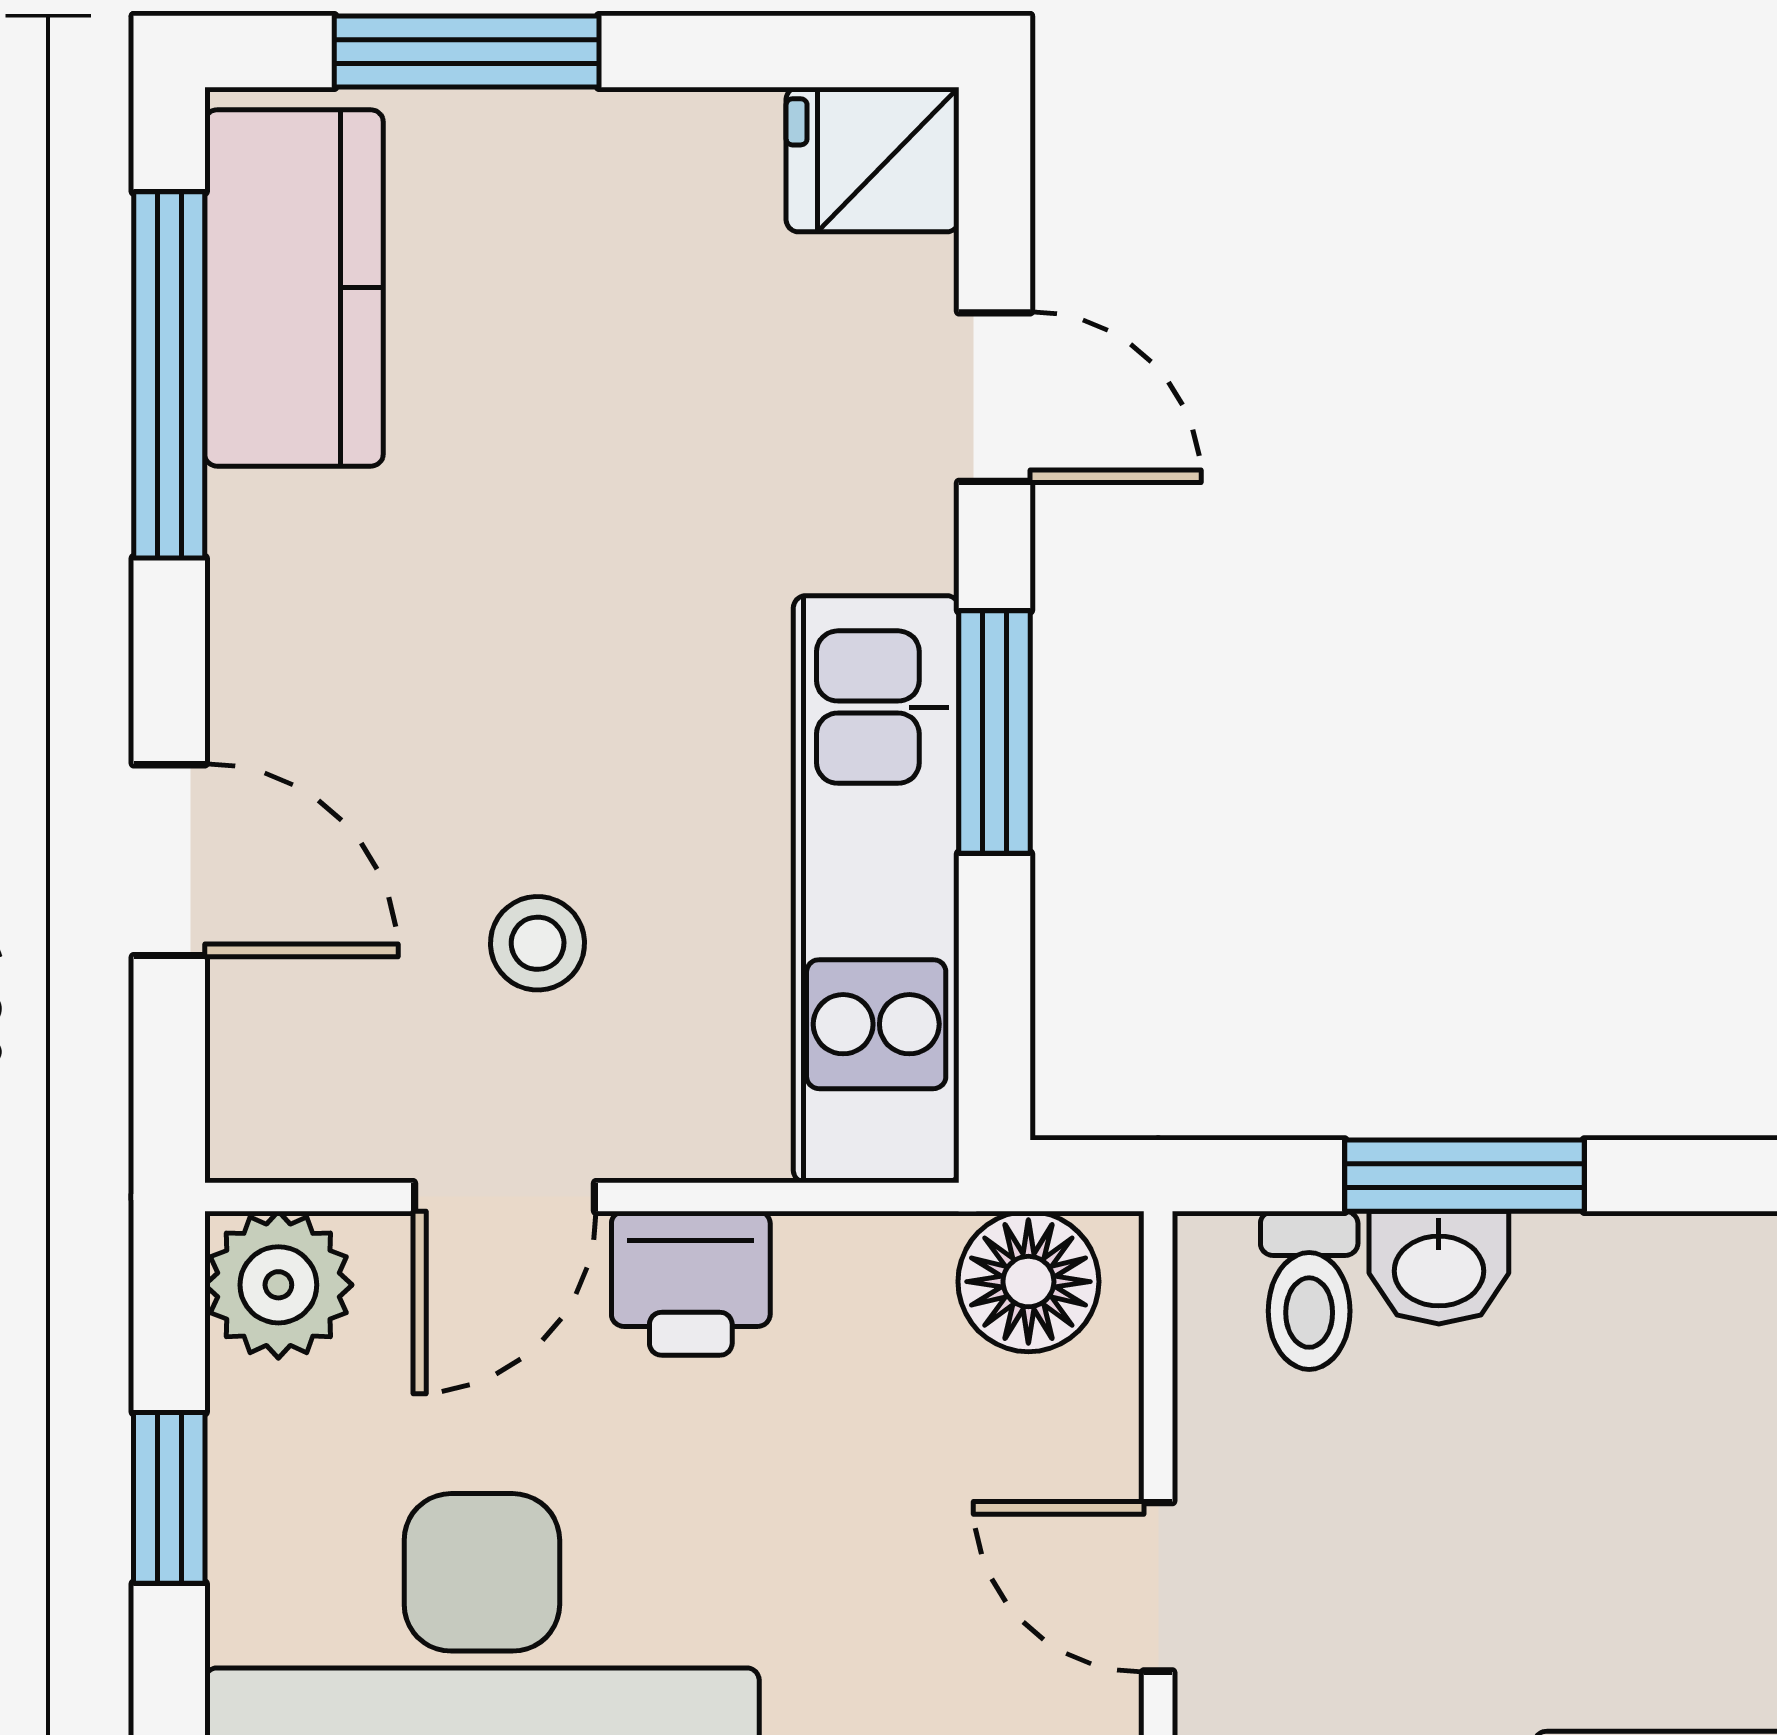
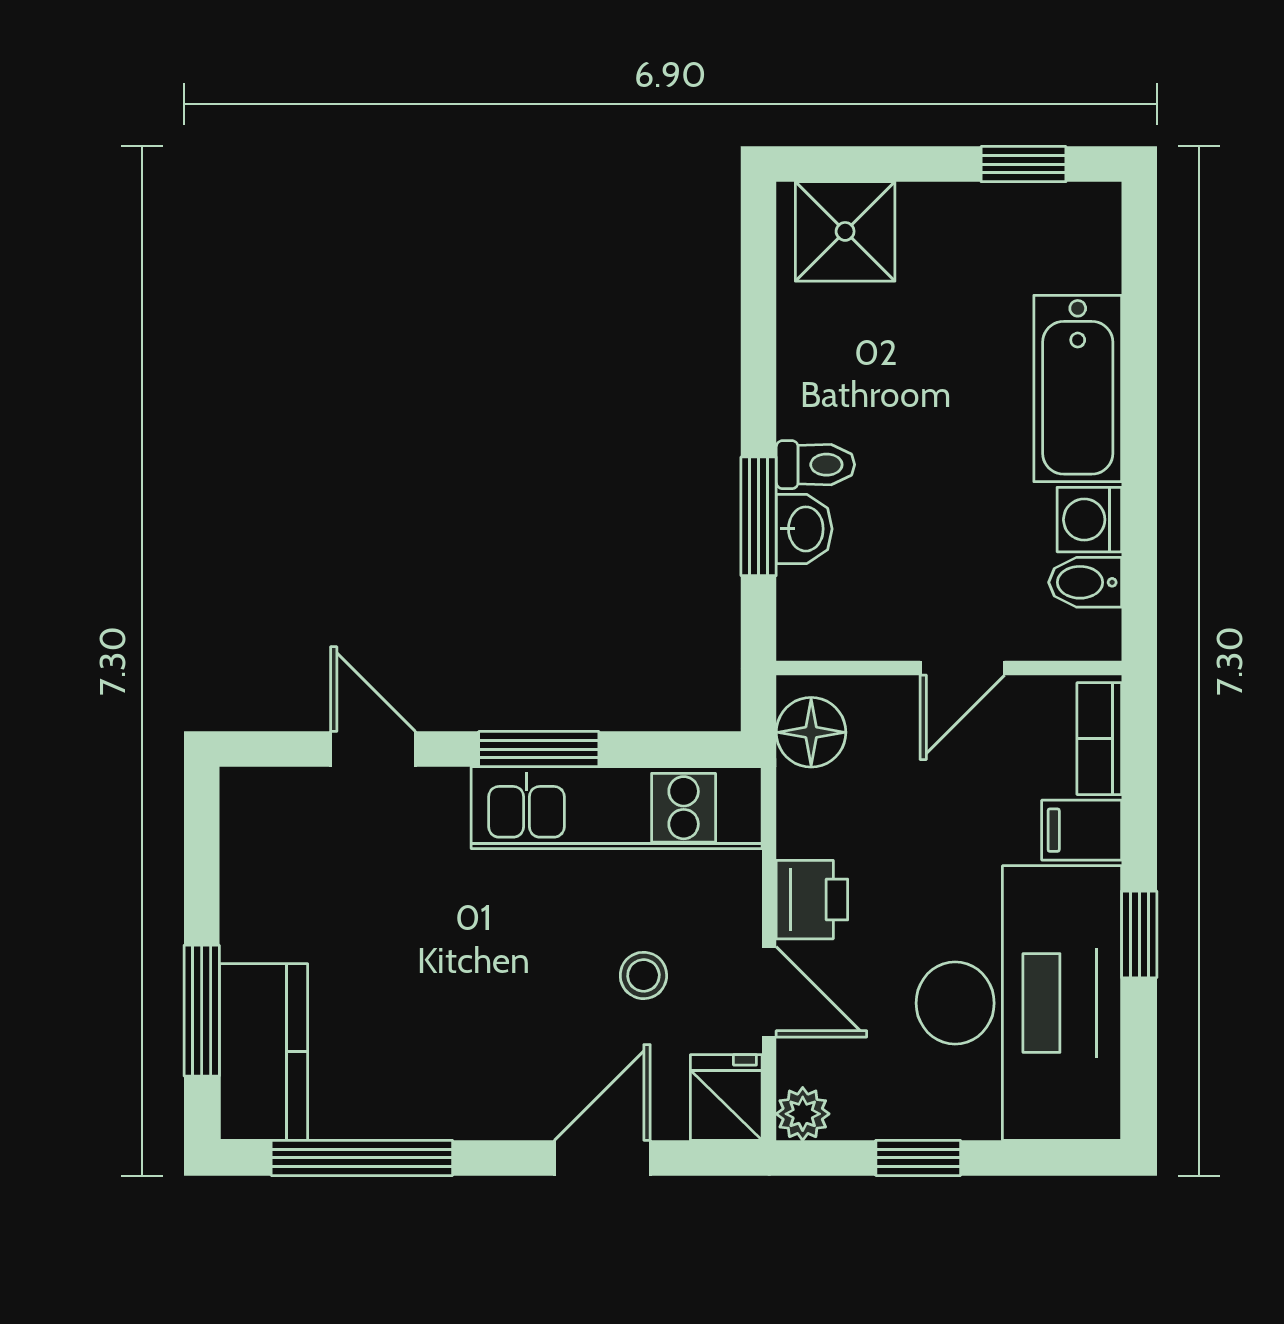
fridge: (873, 160) -> (726, 1098), moved, turned 180
kitchen counter: (294, 288) -> (264, 1052), moved, turned 90
door: (995, 397) -> (373, 749), hinge flipped
plant: (278, 1285) -> (803, 1114), width x0.73, depth x0.73
toilet: (1309, 1290) -> (815, 465), moved

